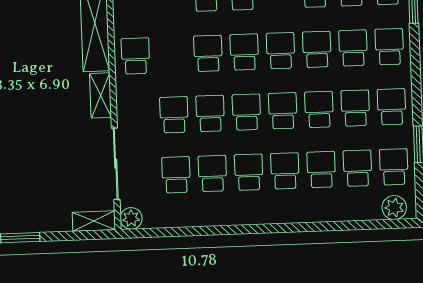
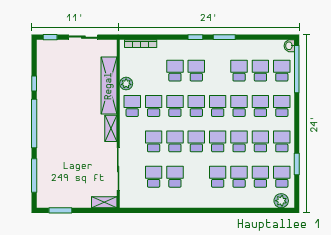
school desk: (249, 172) -> (154, 106), moved
plant: (131, 218) -> (126, 84), moved

